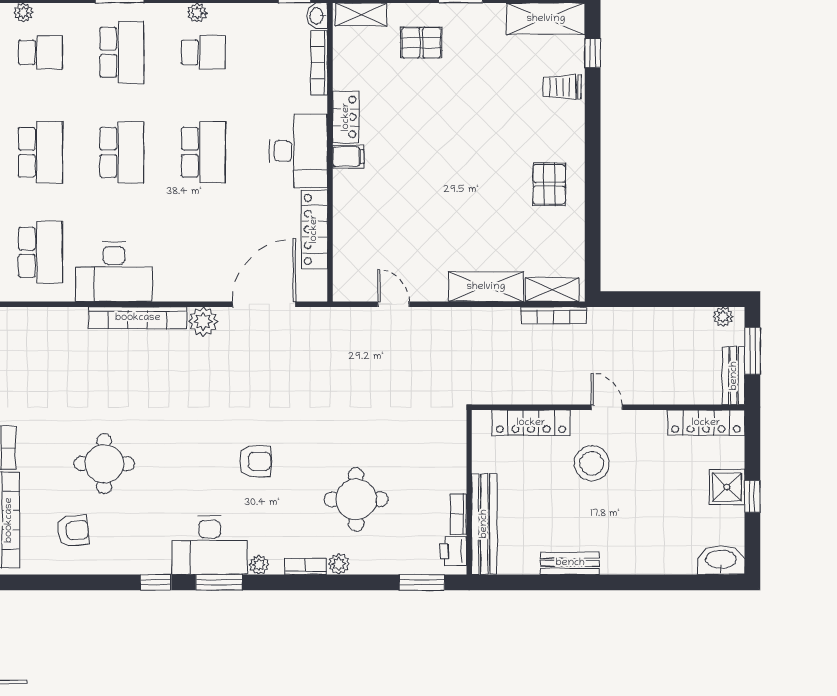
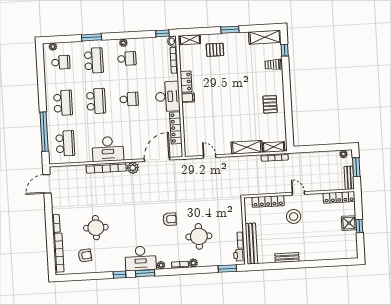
school desk: (203, 152) -> (129, 99), width x0.54
desk: (114, 272) -> (108, 149), moved
armchair: (255, 461) -> (170, 219), moved
washbasin: (721, 560) -> (348, 253), removed

